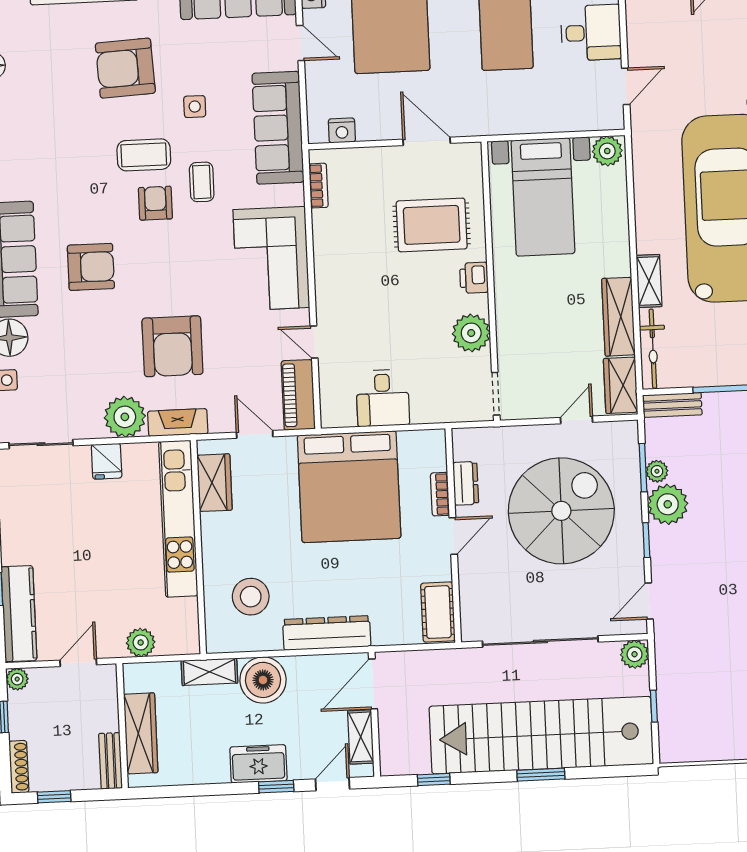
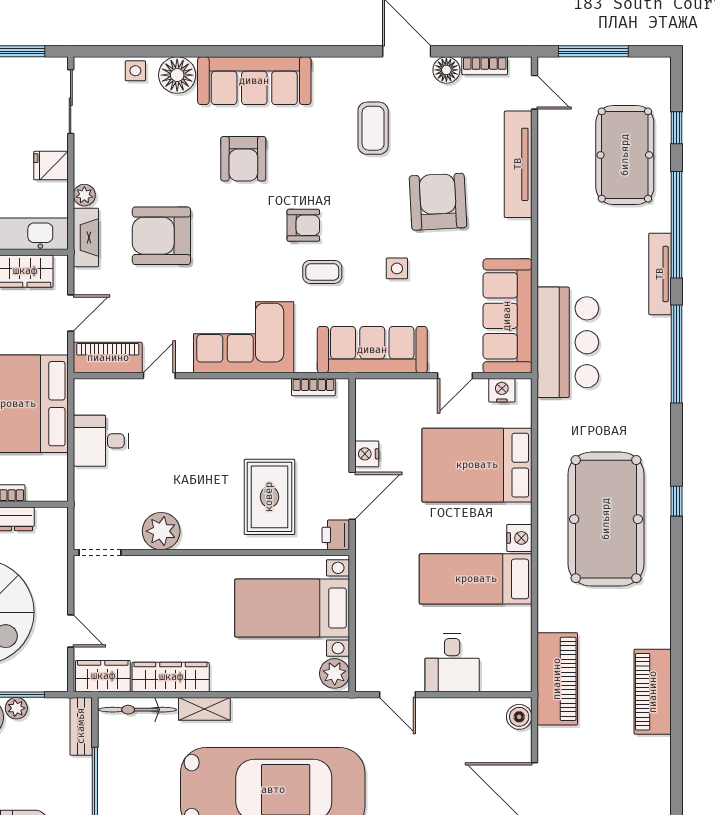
nightstand: (342, 130) -> (367, 454), moved
coffee table: (144, 155) -> (373, 128), moved
printer: (474, 278) -> (336, 535), moved, turned -90
plant: (125, 417) -> (84, 195), width x0.53, depth x0.53

